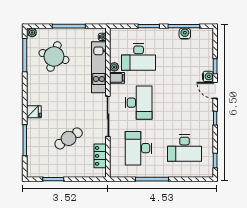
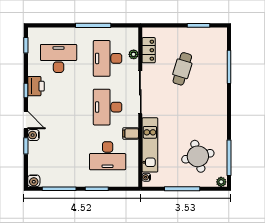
water cooler: (185, 34) -> (34, 181), moved
round table: (54, 56) -> (198, 156), turned -31
desk: (139, 57) -> (108, 156), turned 180
plant: (114, 67) -> (134, 54), moved
fridge: (34, 112) -> (219, 97), removed
printer: (206, 122) -> (36, 86), added
cafe table: (69, 138) -> (182, 69), turned -40
desk: (139, 148) -> (108, 58), turned 180

